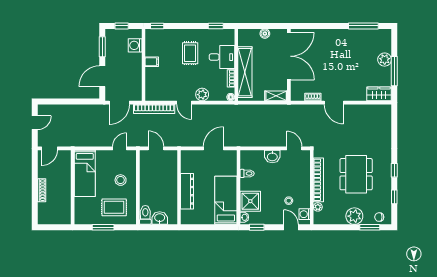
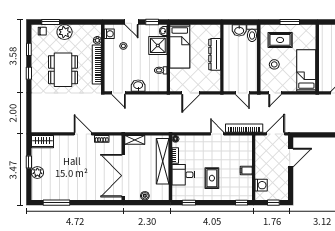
window: (102, 47) -> (291, 184), removed
window: (394, 71) -> (29, 162), width x0.46
plant: (202, 95) -> (201, 141), removed
door: (291, 227) -> (132, 22), moved

